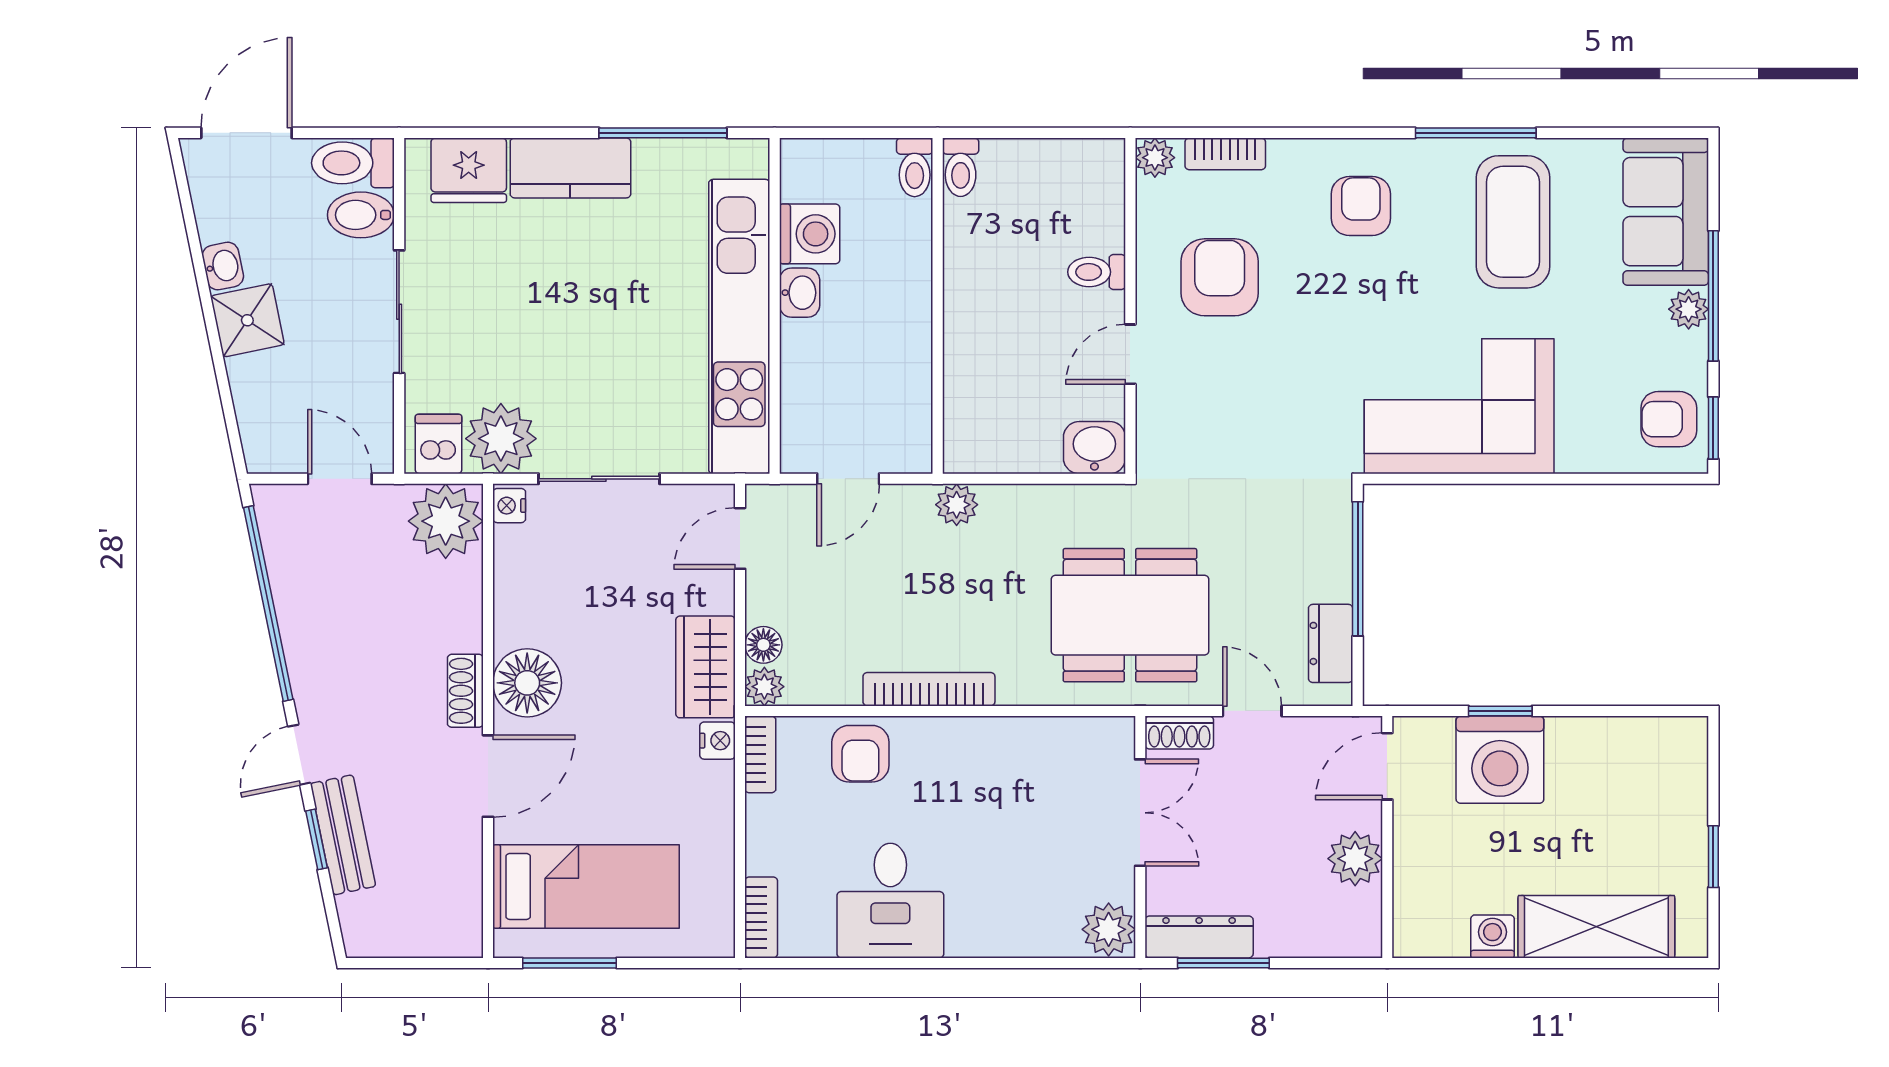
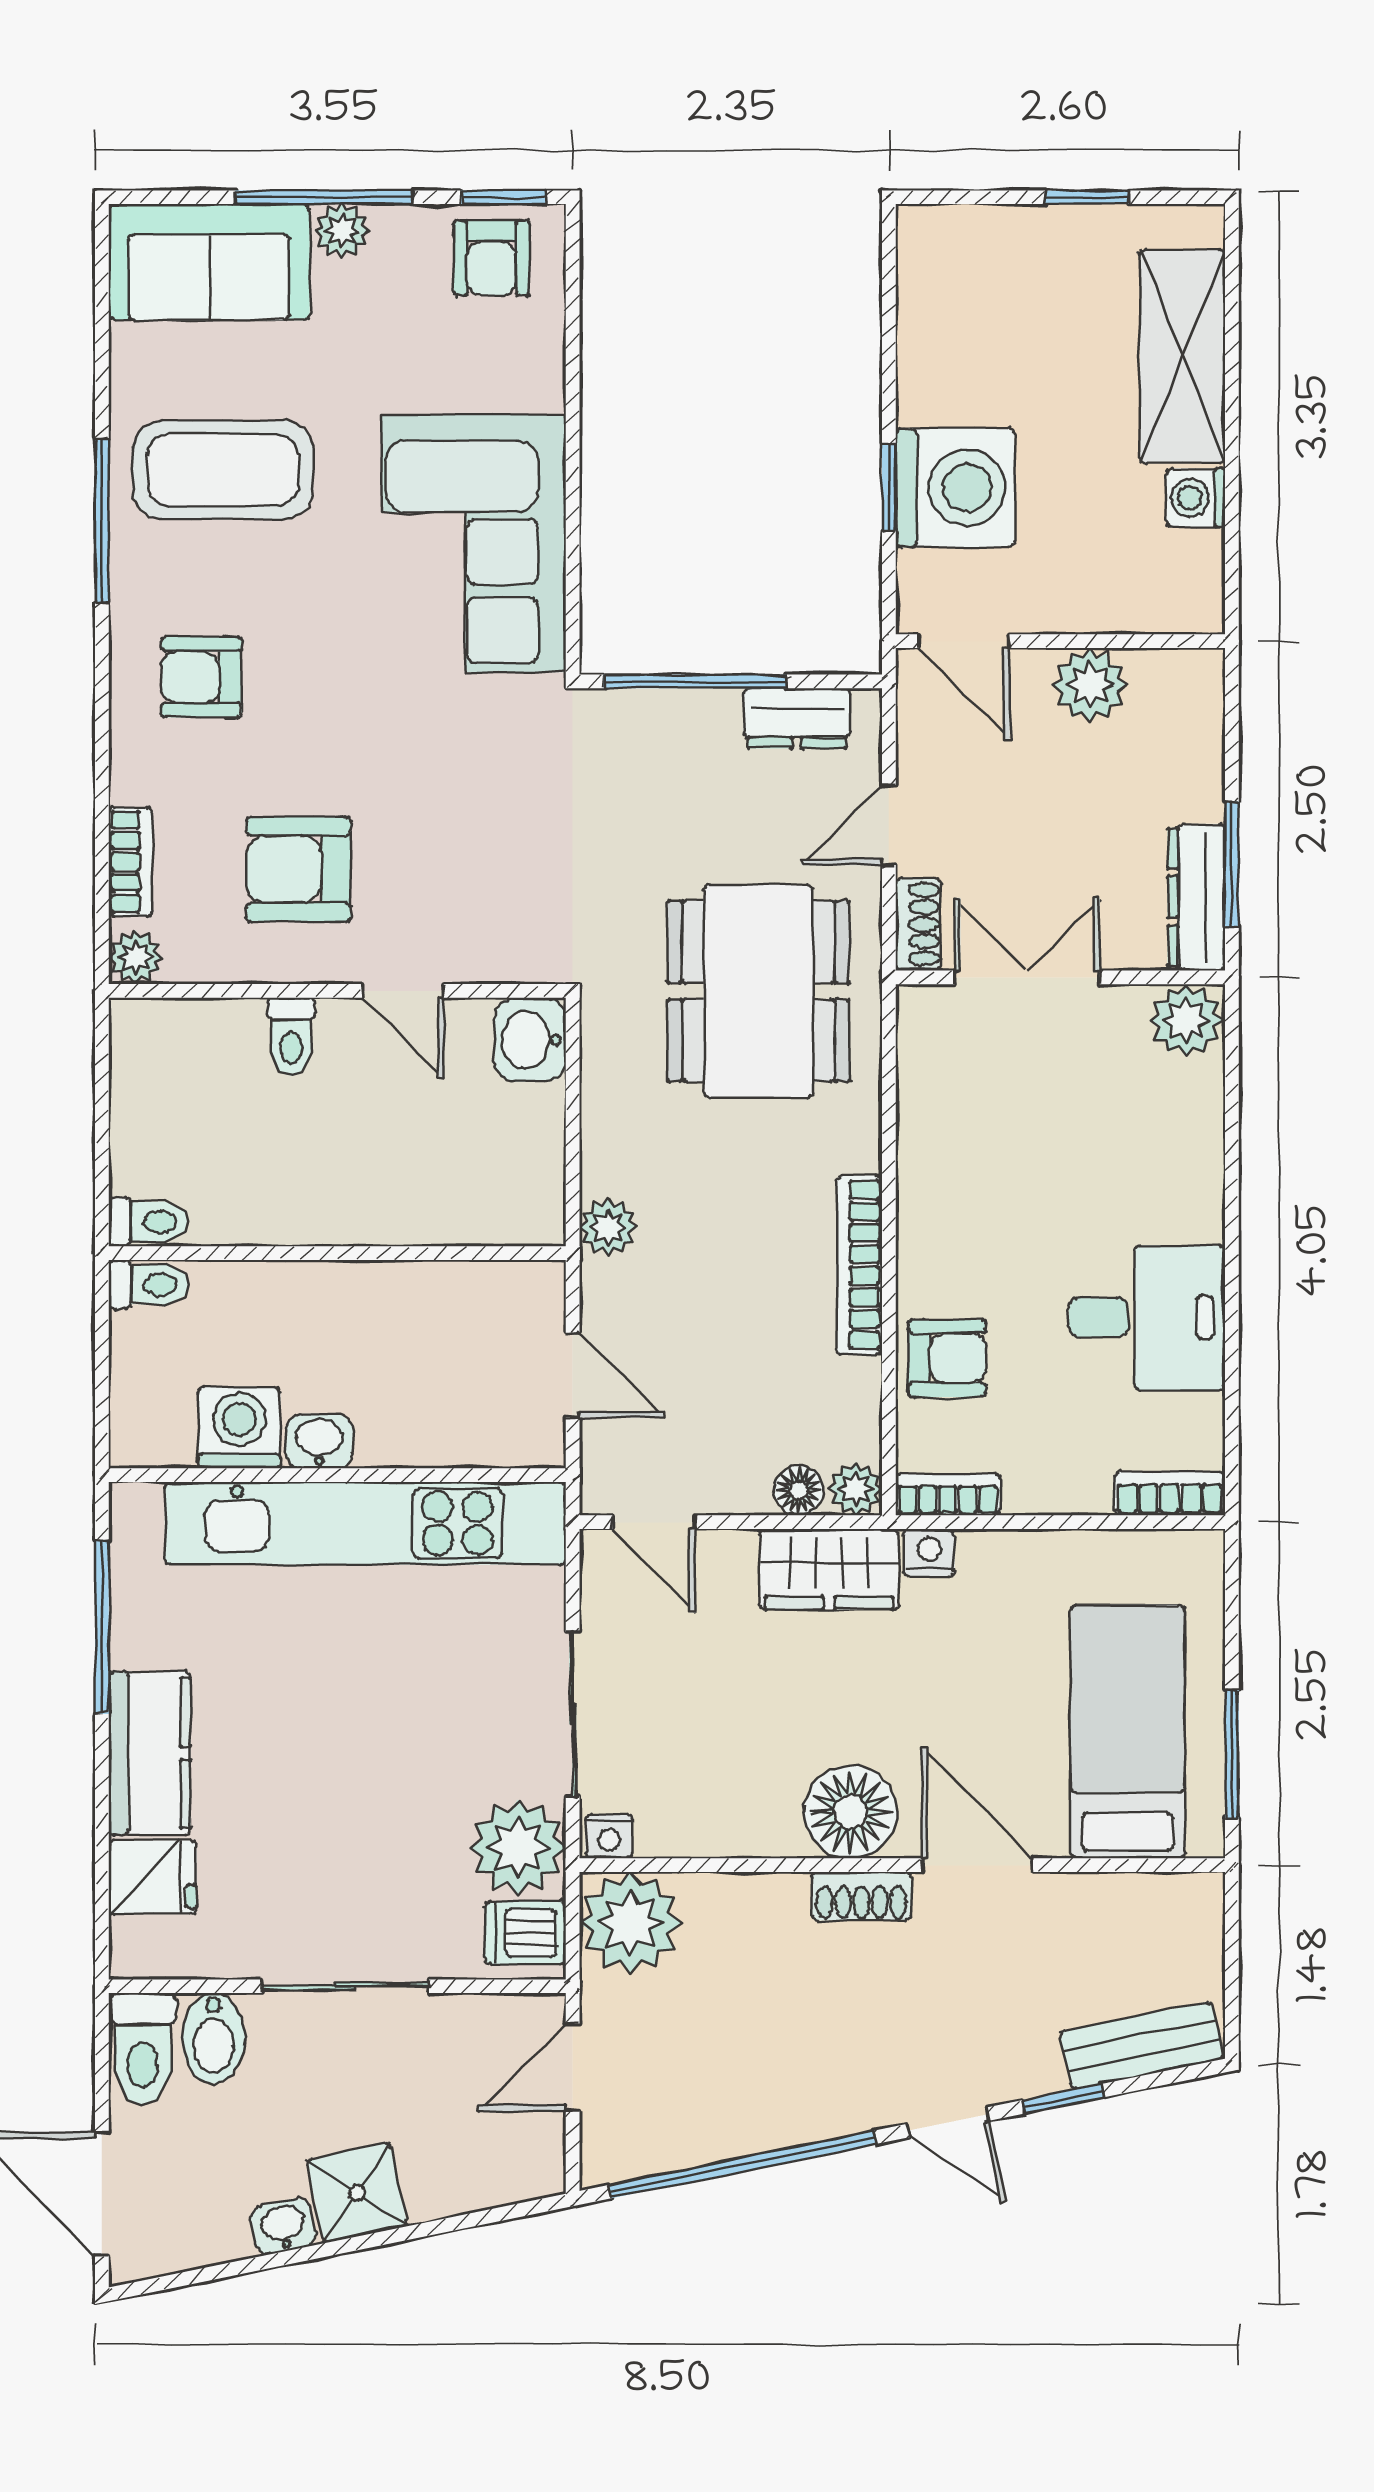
fridge: (469, 170) -> (153, 1877), width x0.72
bench: (343, 835) -> (1142, 2045), moved

